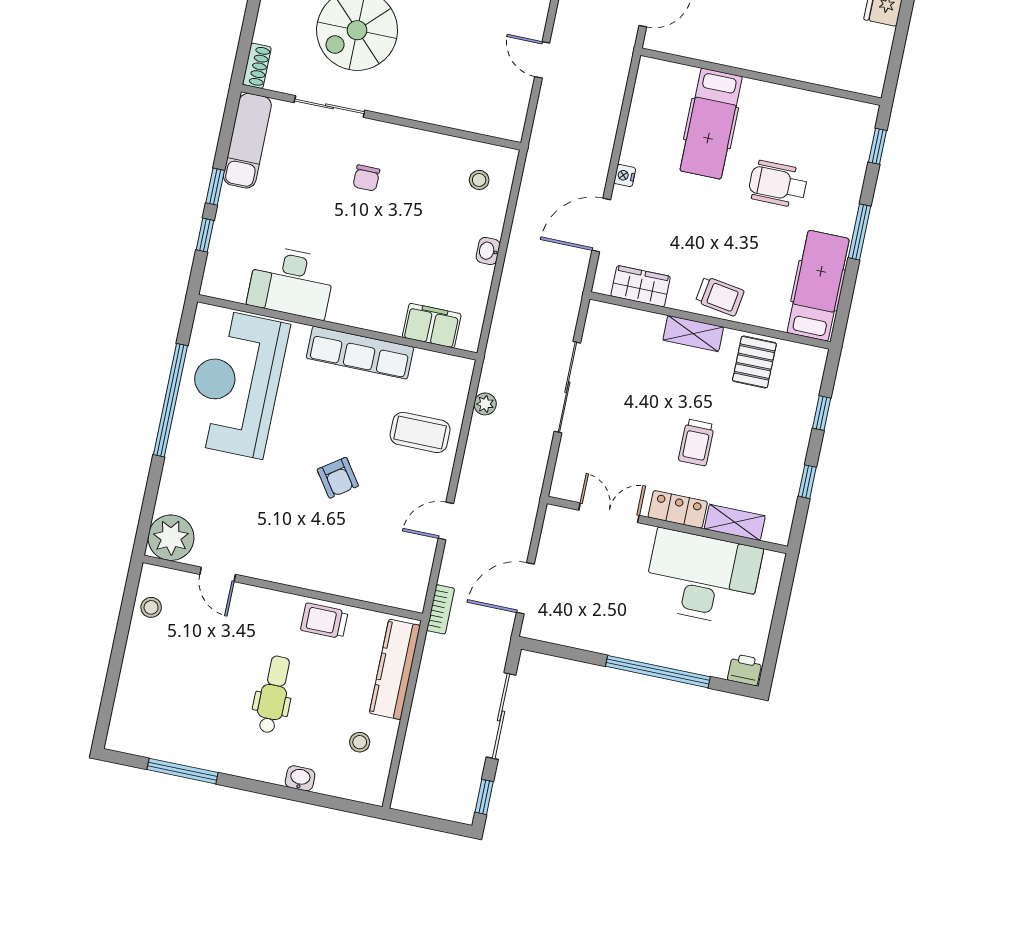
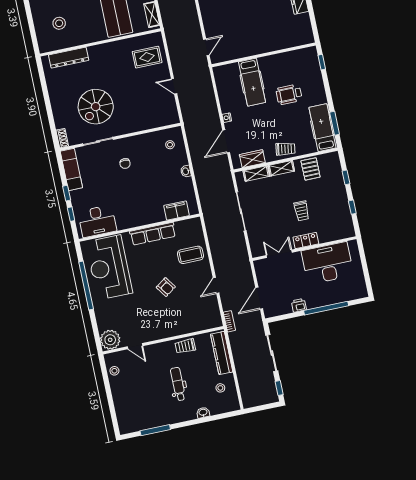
window: (860, 232) -> (335, 123), moved
desk: (291, 282) -> (97, 221), moved
plant: (485, 404) -> (211, 232), removed
shelving: (735, 522) -> (256, 174), moved
printer: (745, 670) -> (299, 305), moved

